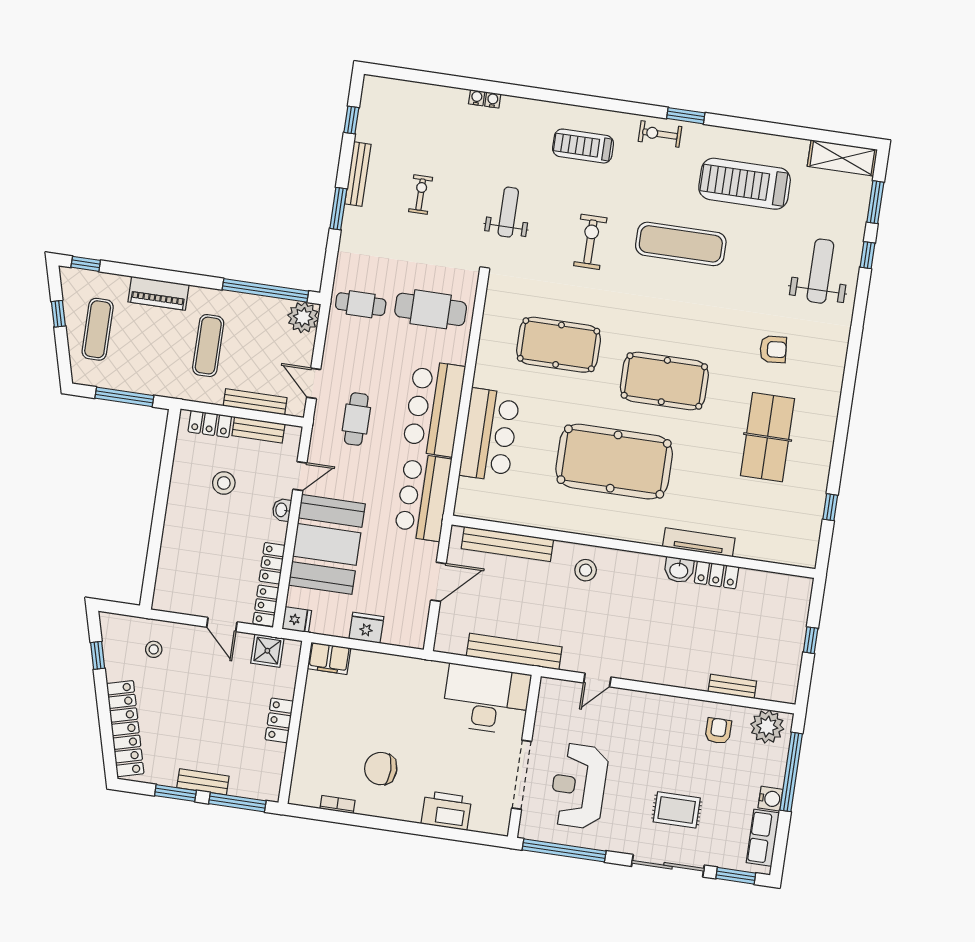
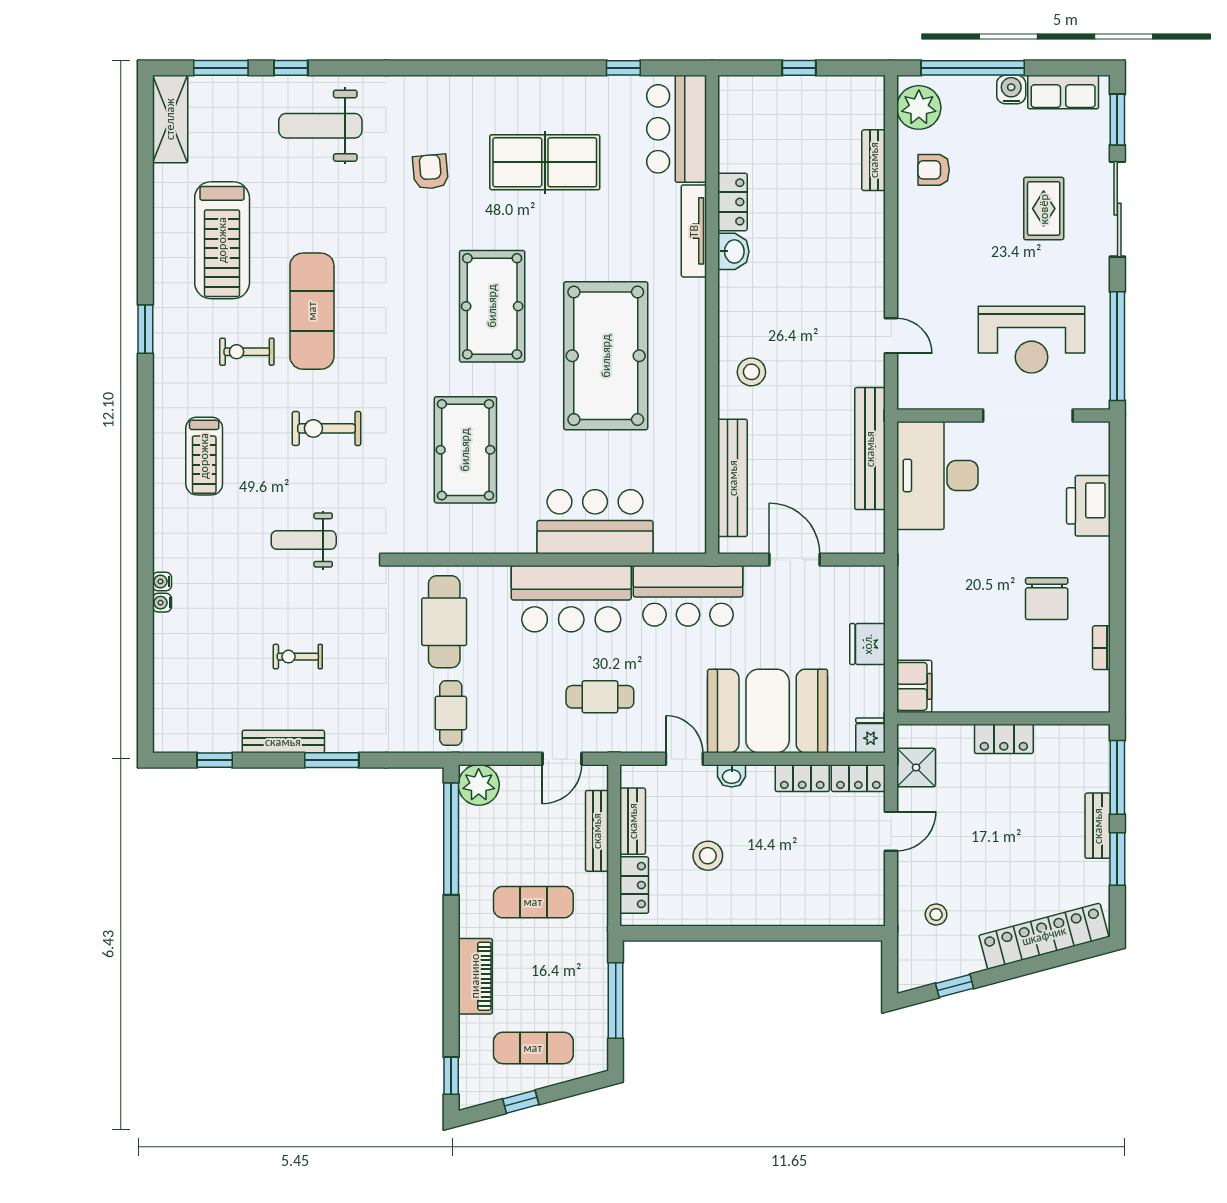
exercise bike: (660, 134) -> (247, 352), moved, turned 90
bar counter: (778, 541) -> (677, 129), added

